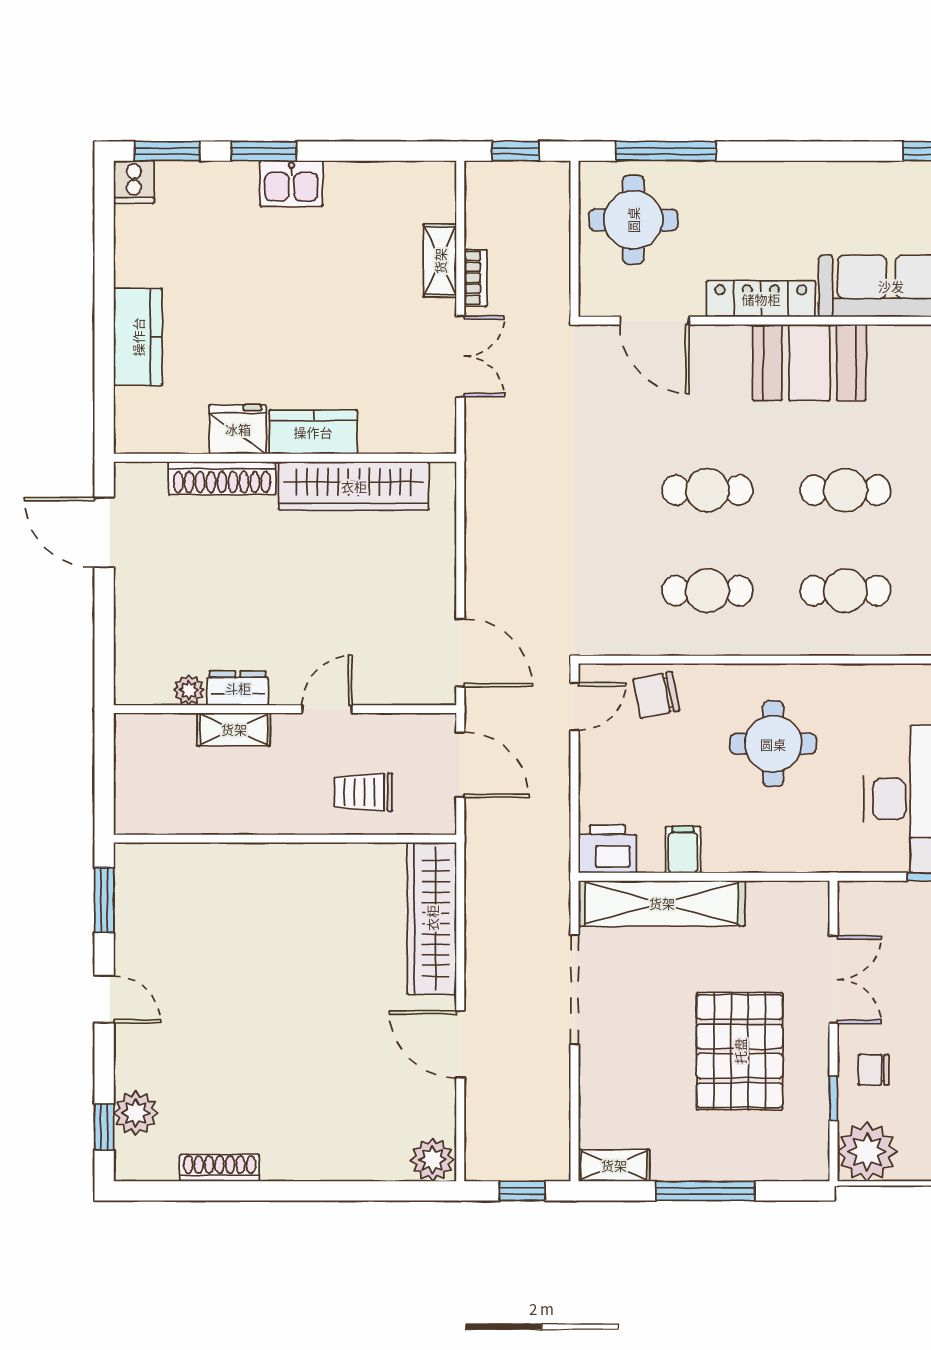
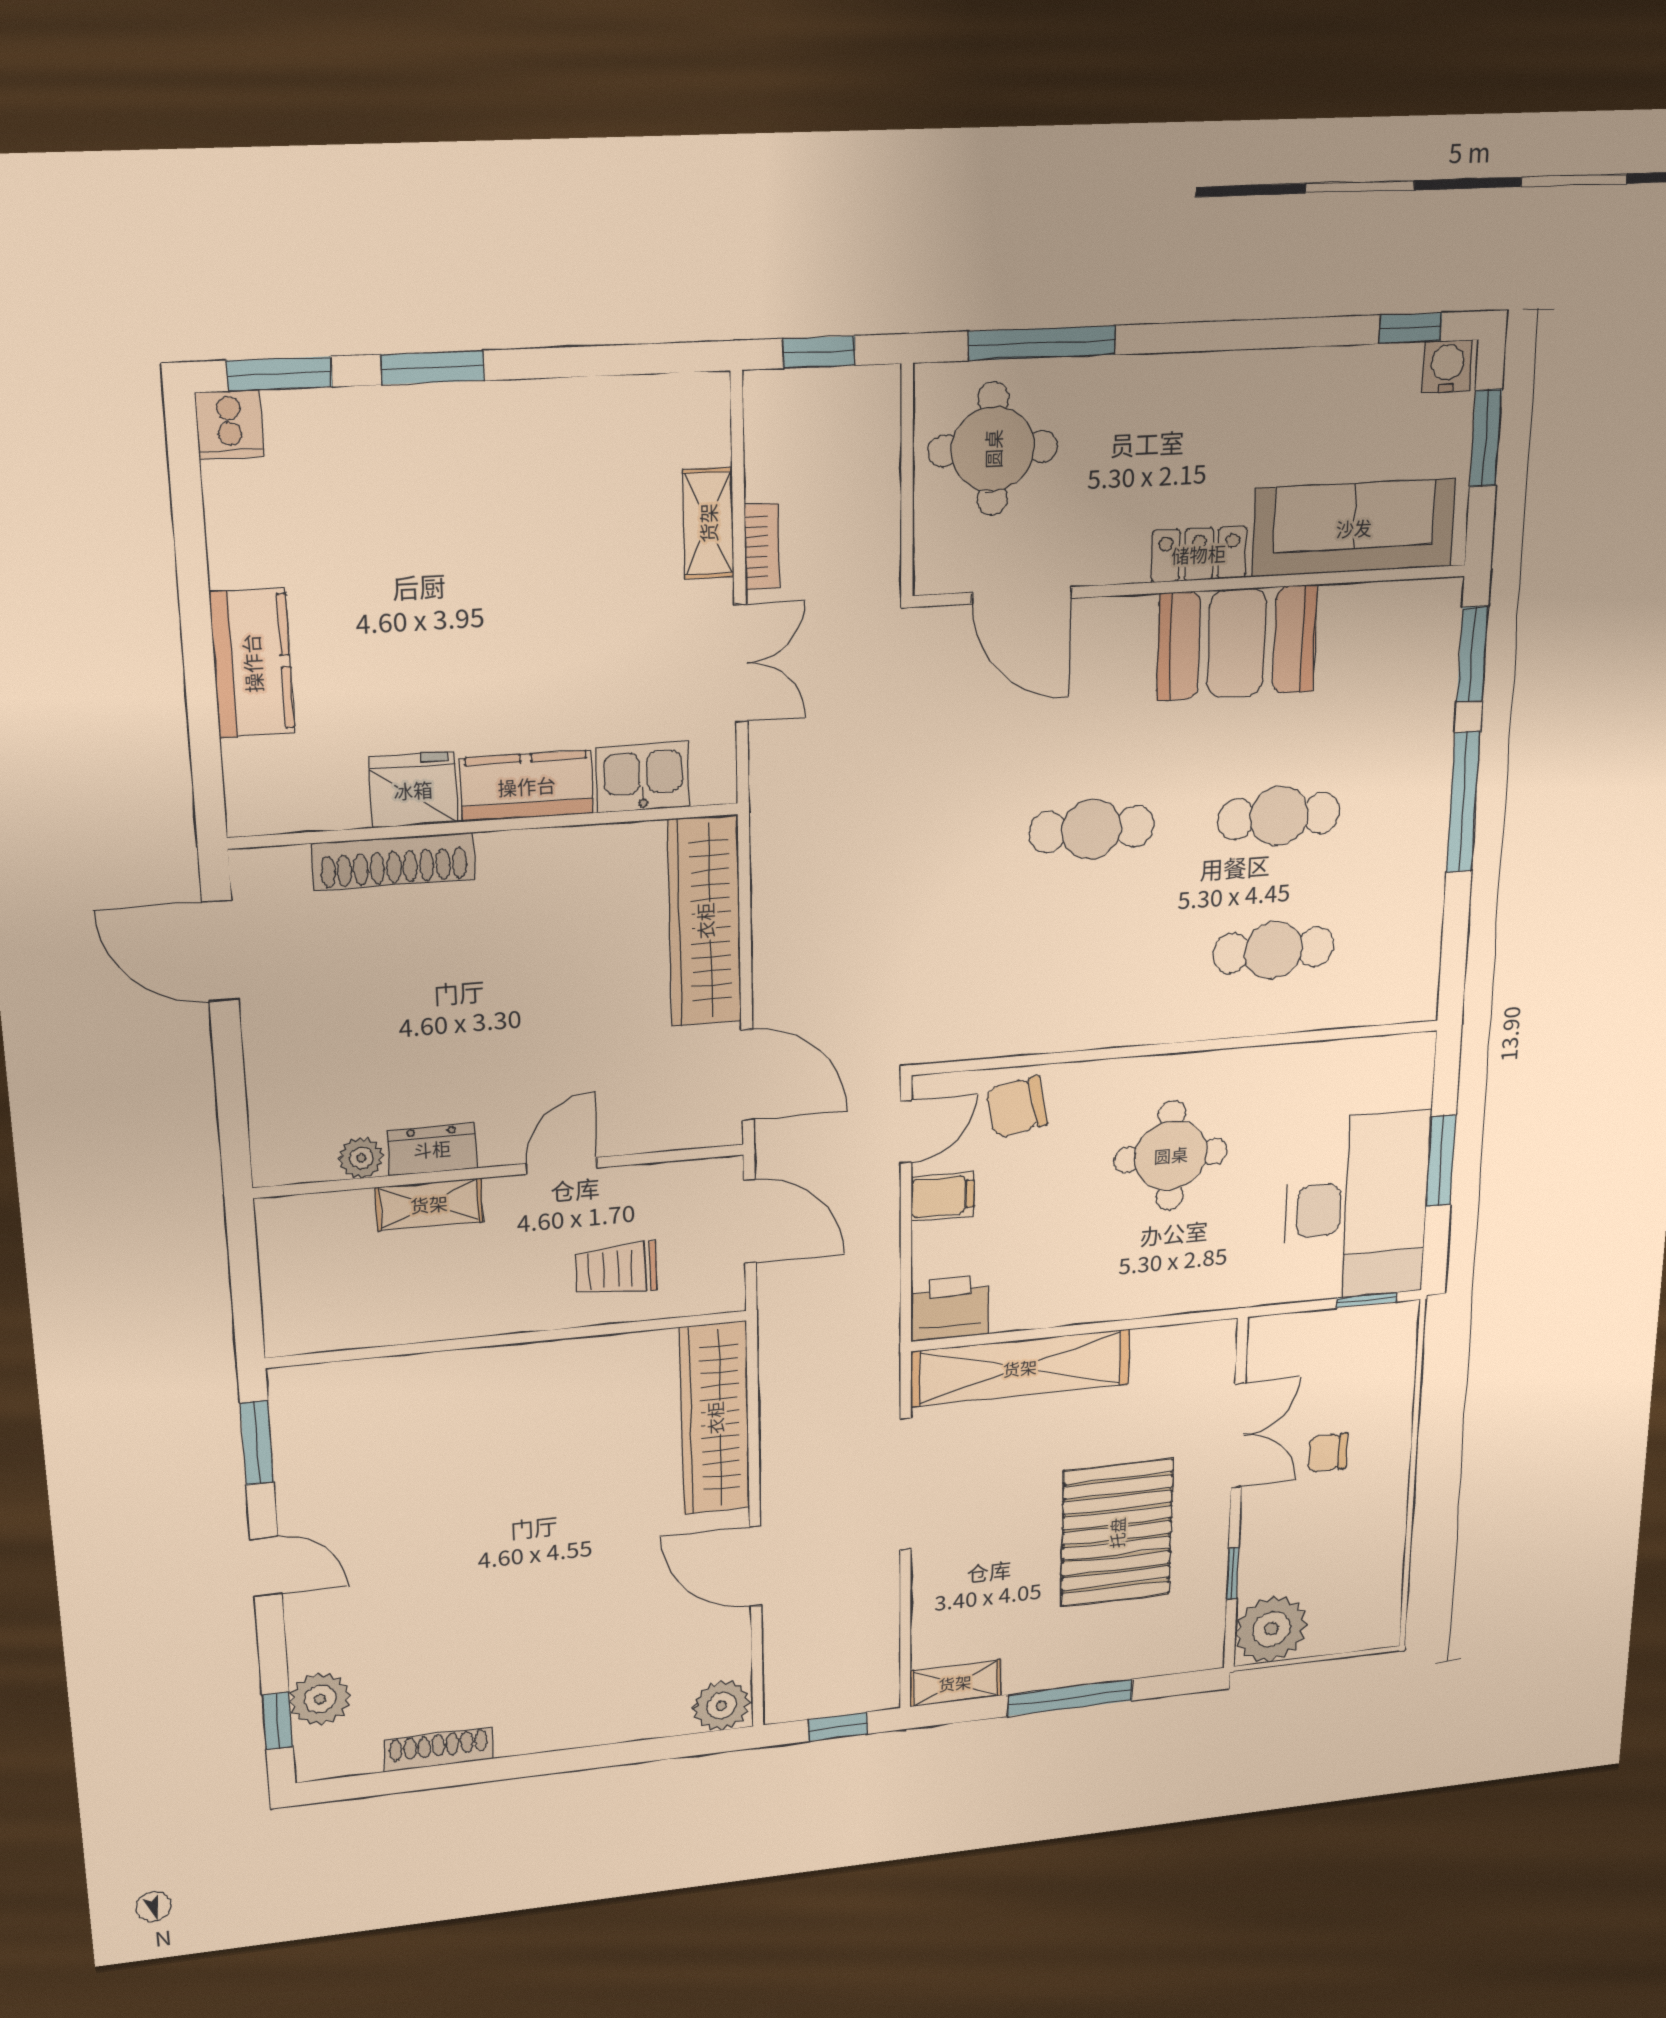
kitchen sink: (291, 184) -> (643, 777), moved, turned 180
locker: (761, 299) -> (1199, 554), width x0.66
wardrobe: (354, 486) -> (705, 921), moved, turned 90
cafe table: (707, 591) -> (1088, 965), removed
filing cabinet: (683, 850) -> (943, 1196), moved, turned 90
chair: (874, 1070) -> (1328, 1453), moved

